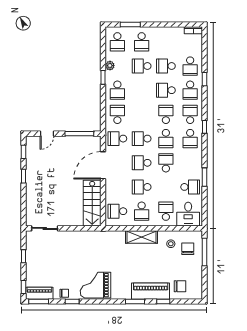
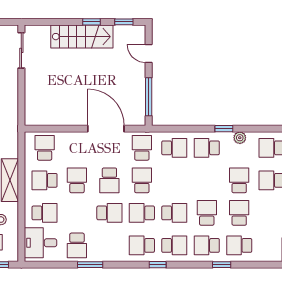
school desk: (142, 163) -> (109, 180), turned 180
stairs: (92, 203) -> (82, 37), moved, turned 180

